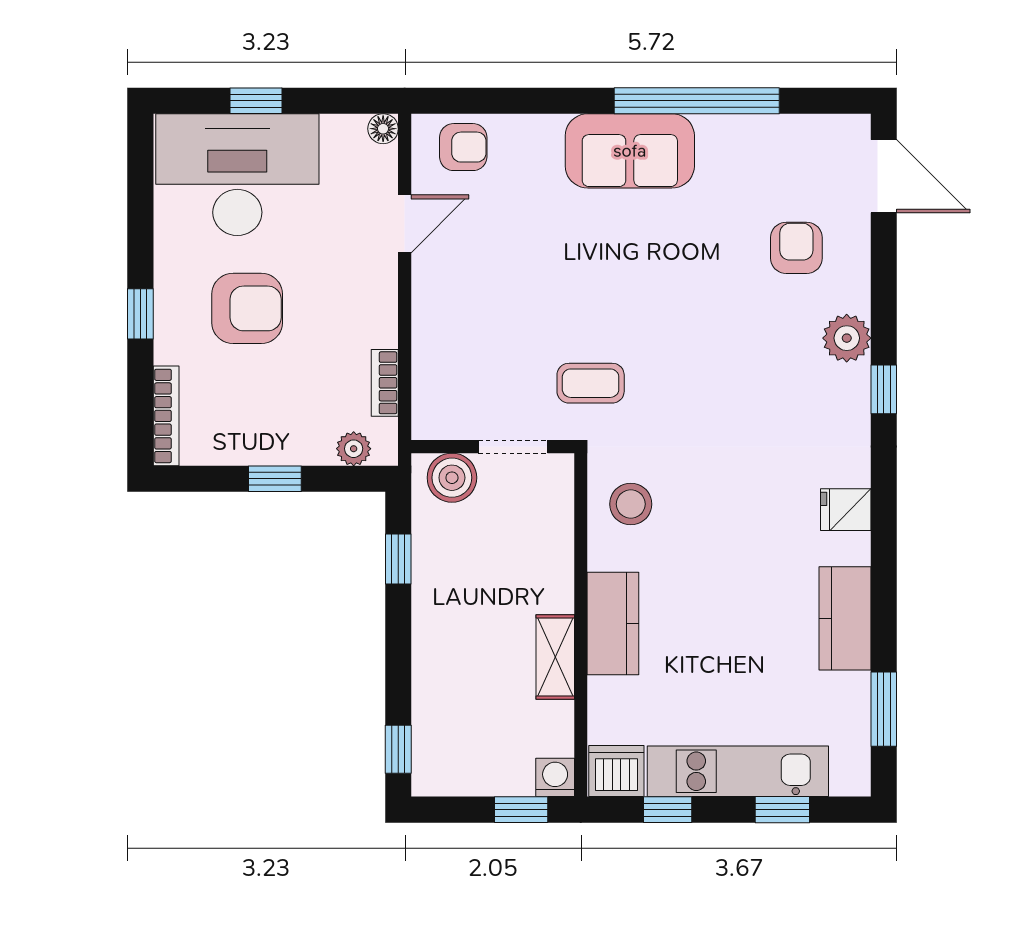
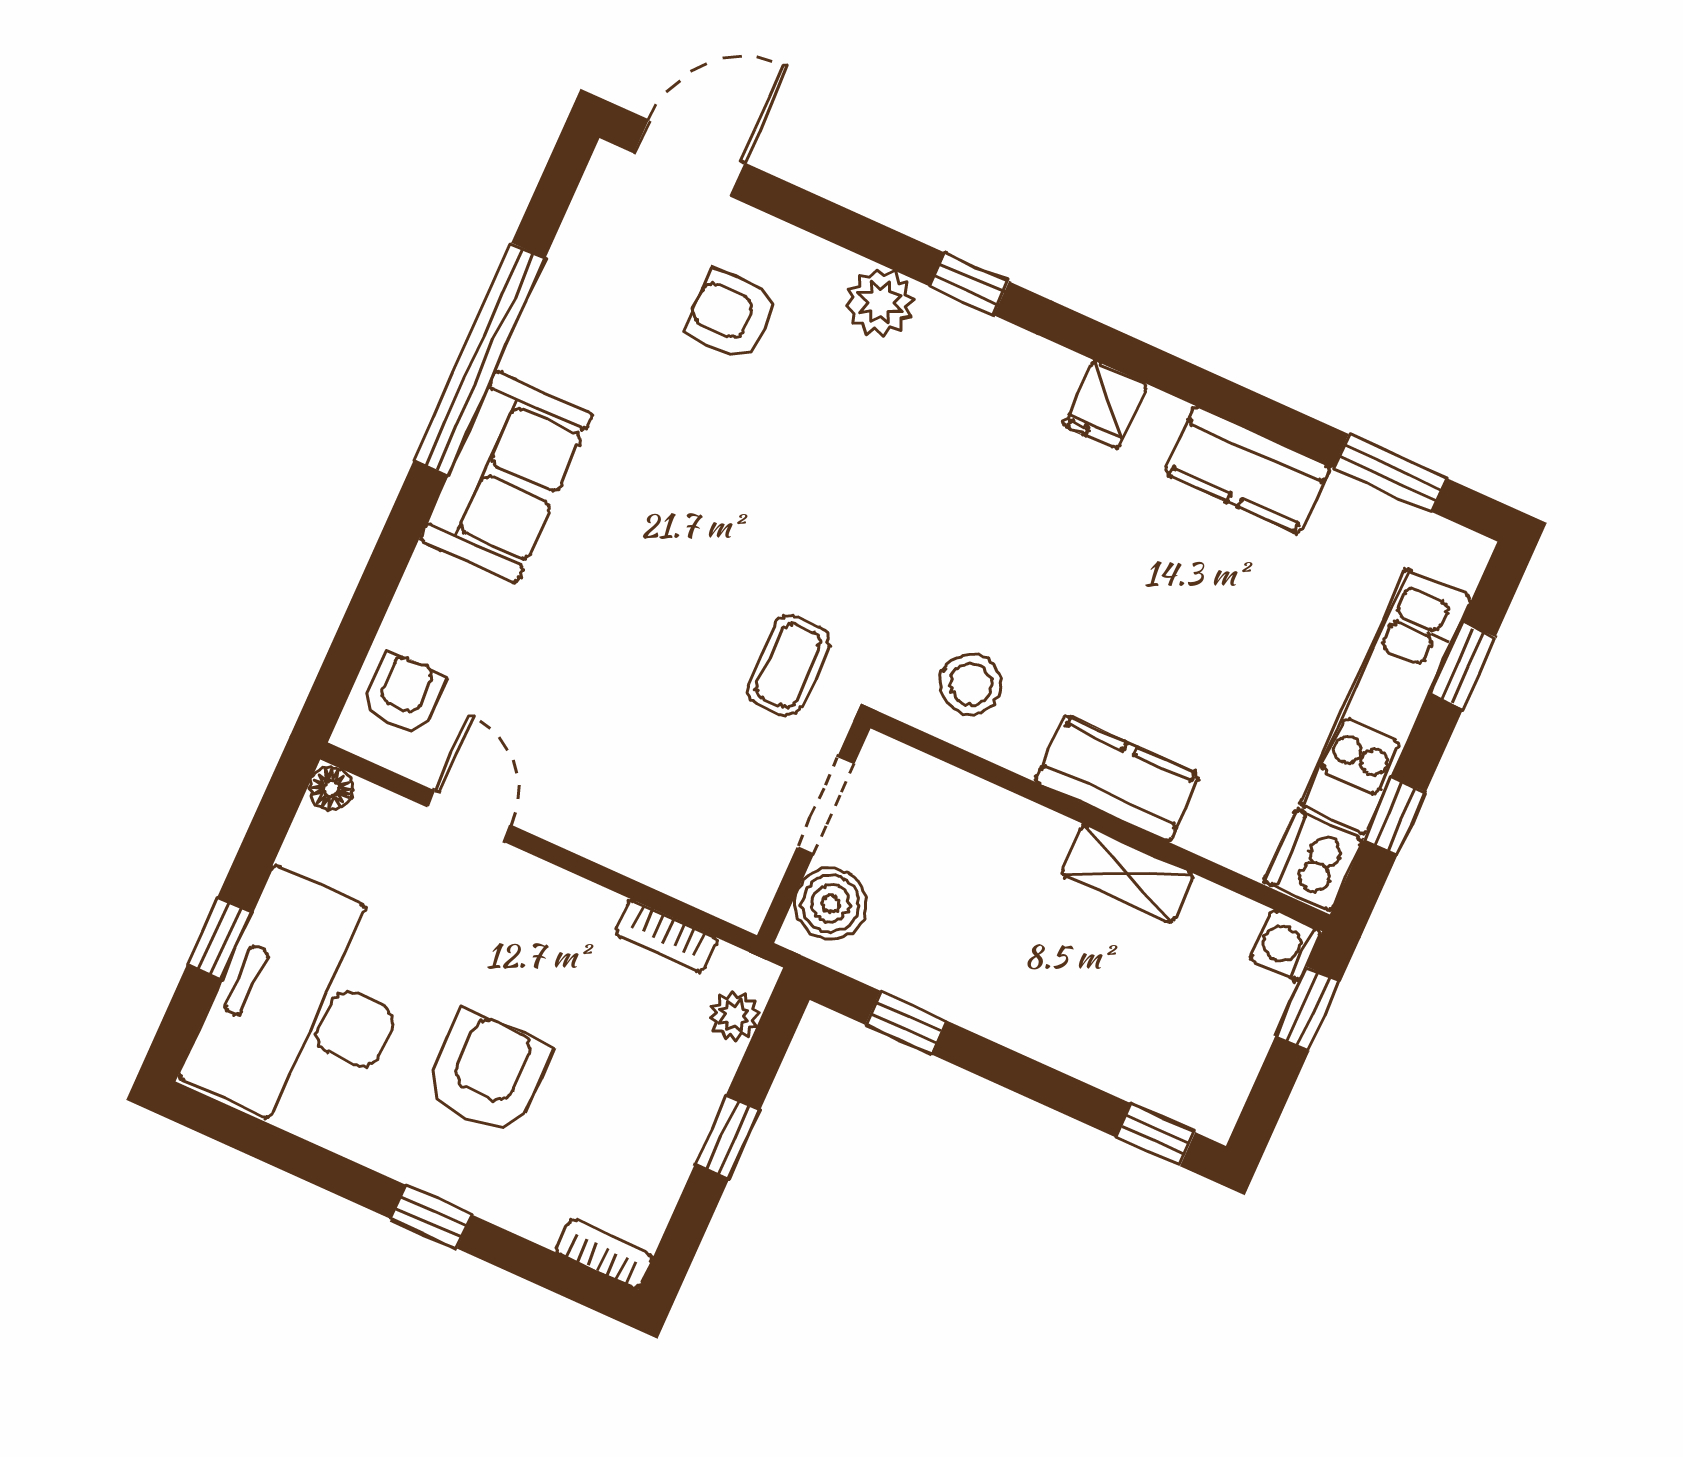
bookcase: (166, 416) -> (604, 1254), width x0.64

